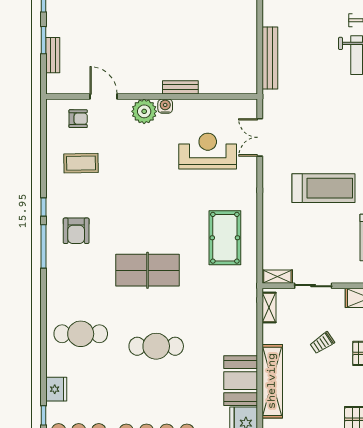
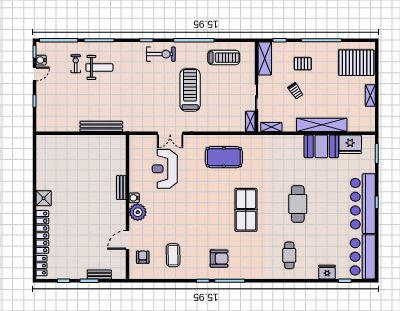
double door: (260, 137) -> (170, 133), moved
cafe table: (81, 334) -> (289, 255), width x0.73, depth x0.74

